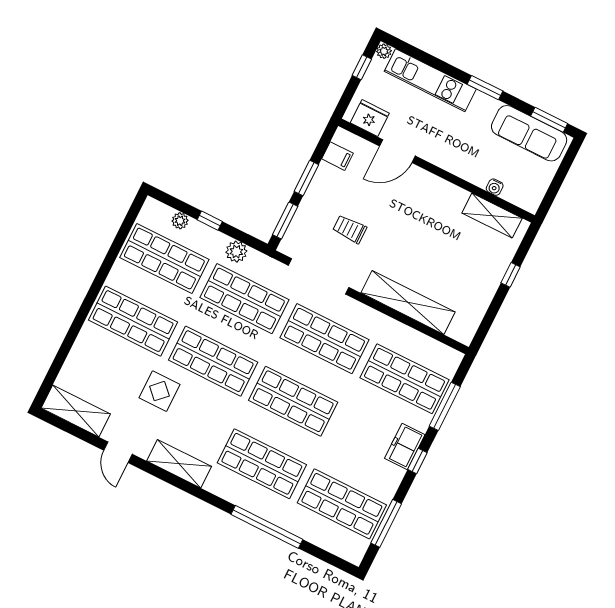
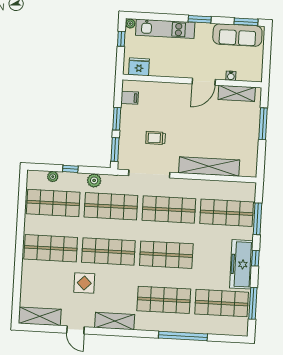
door: (397, 151) -> (204, 82), moved
window: (511, 275) -> (263, 124), width x2.17
freezer: (405, 446) -> (241, 264), width x1.91, depth x1.26

